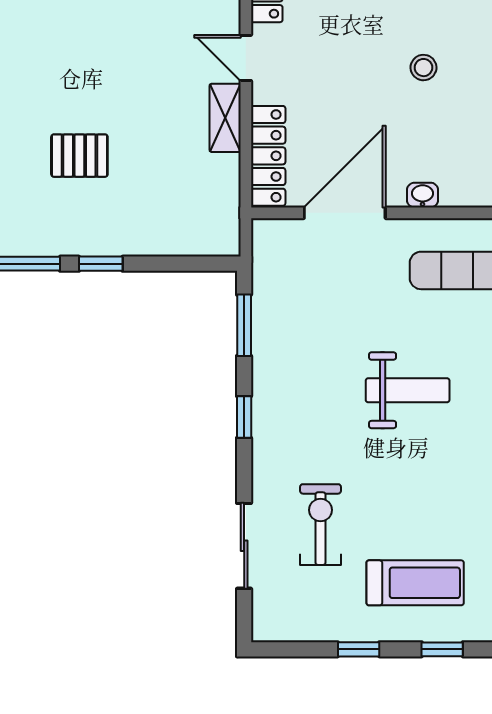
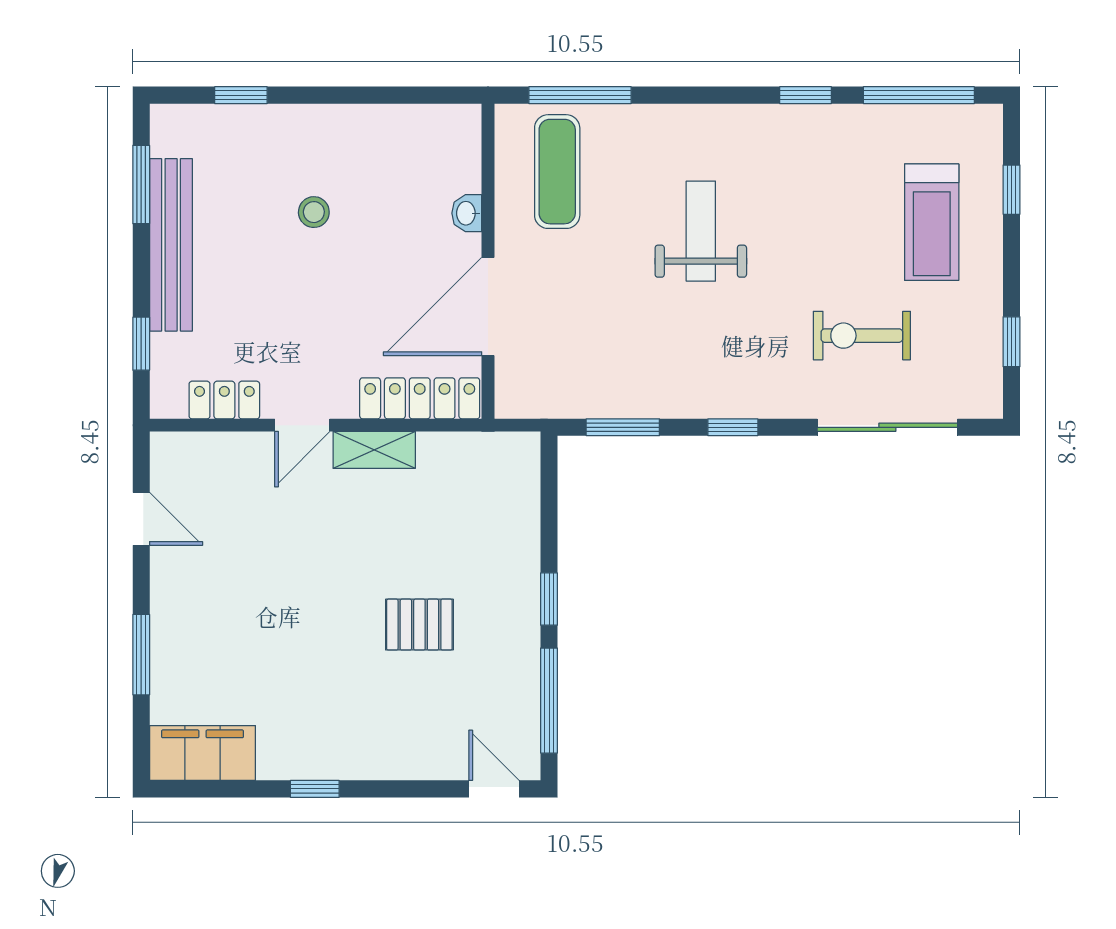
pallet: (79, 156) -> (419, 625), turned 90
door: (345, 213) -> (488, 306), hinge flipped
sliding door: (244, 546) -> (887, 427), width x1.37
treadmill: (415, 583) -> (932, 222), turned 180
window: (359, 649) -> (1011, 342), moved

